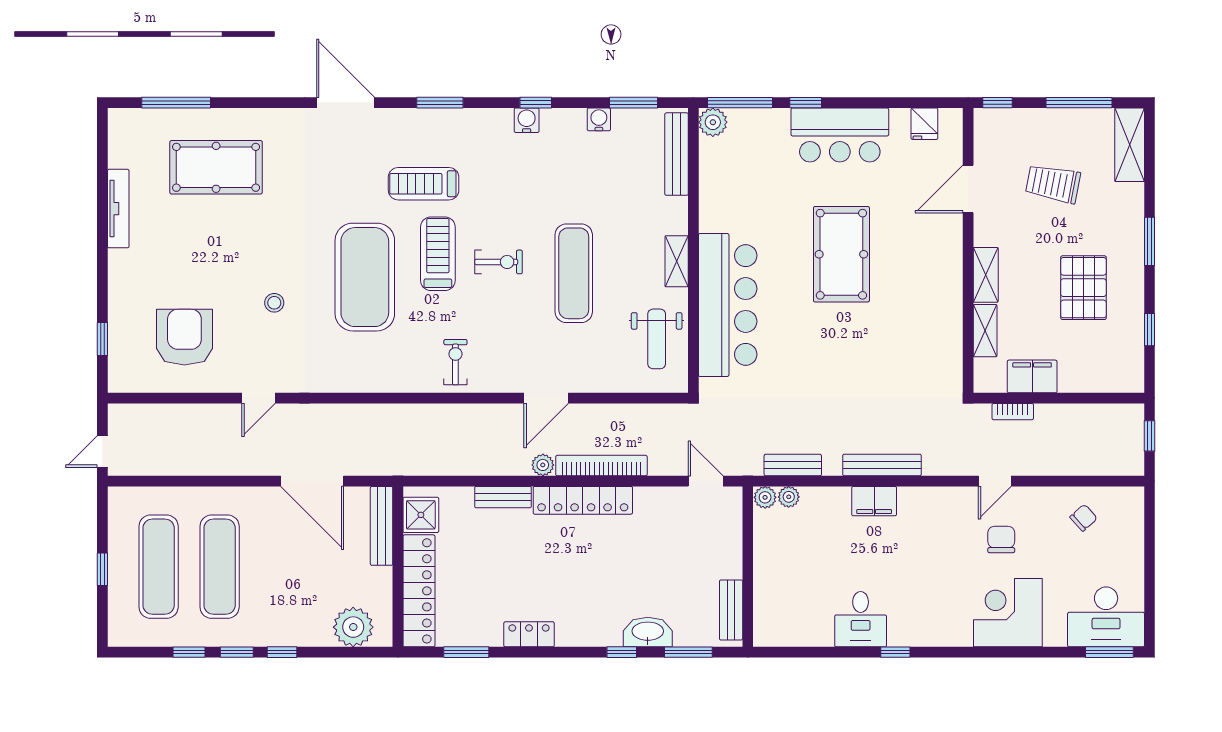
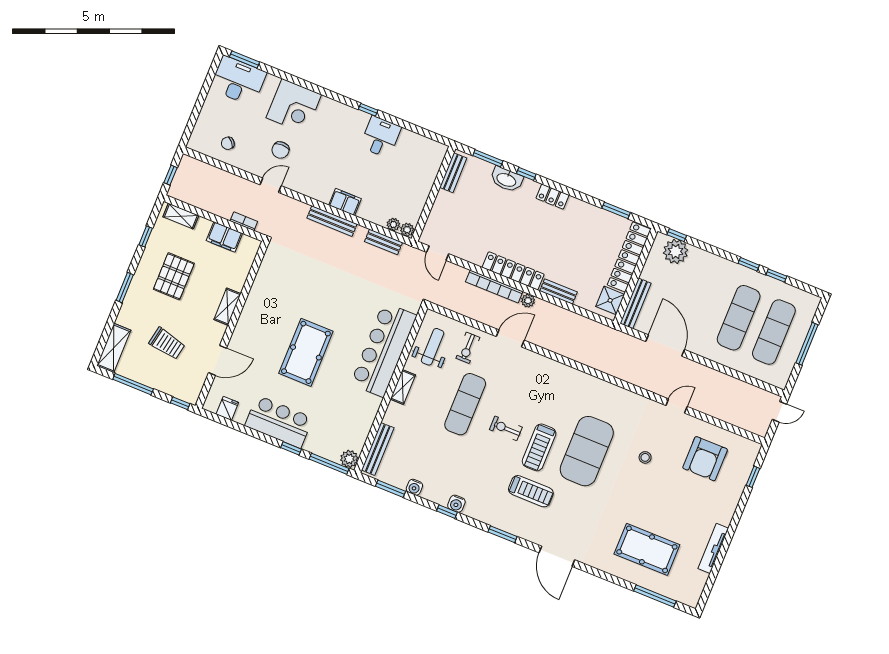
shelving: (985, 331) -> (181, 216), moved, turned 90
exercise bike: (455, 362) -> (468, 348), moved
window: (102, 569) -> (807, 344), width x2.17
locker: (529, 634) -> (553, 197), moved
window: (282, 652) -> (677, 235), moved

